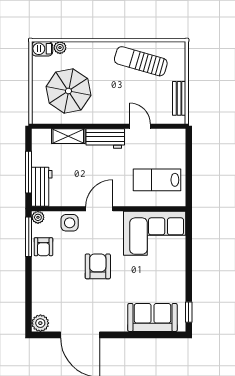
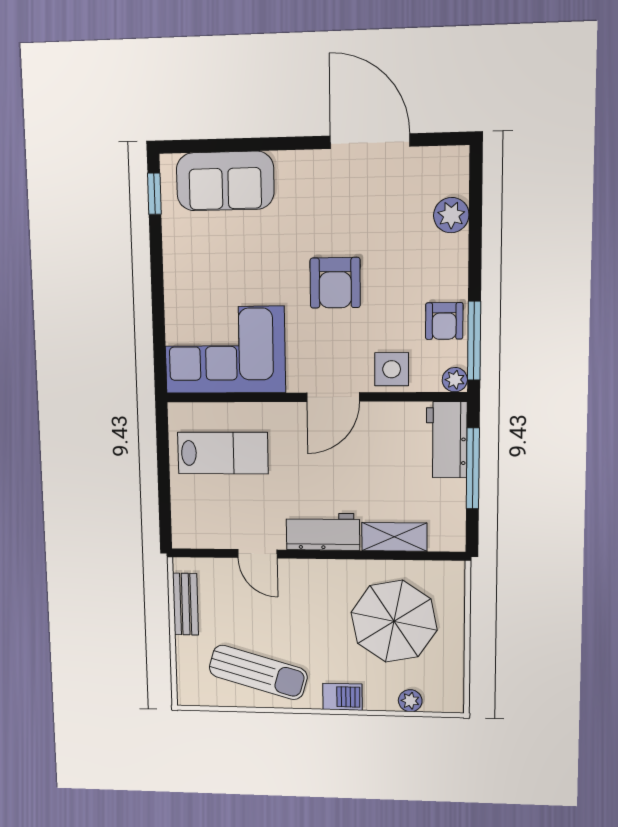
barbecue: (42, 49) -> (342, 697), moved
armchair: (43, 247) -> (444, 321), turned 180
plant: (40, 323) -> (451, 215), moved

